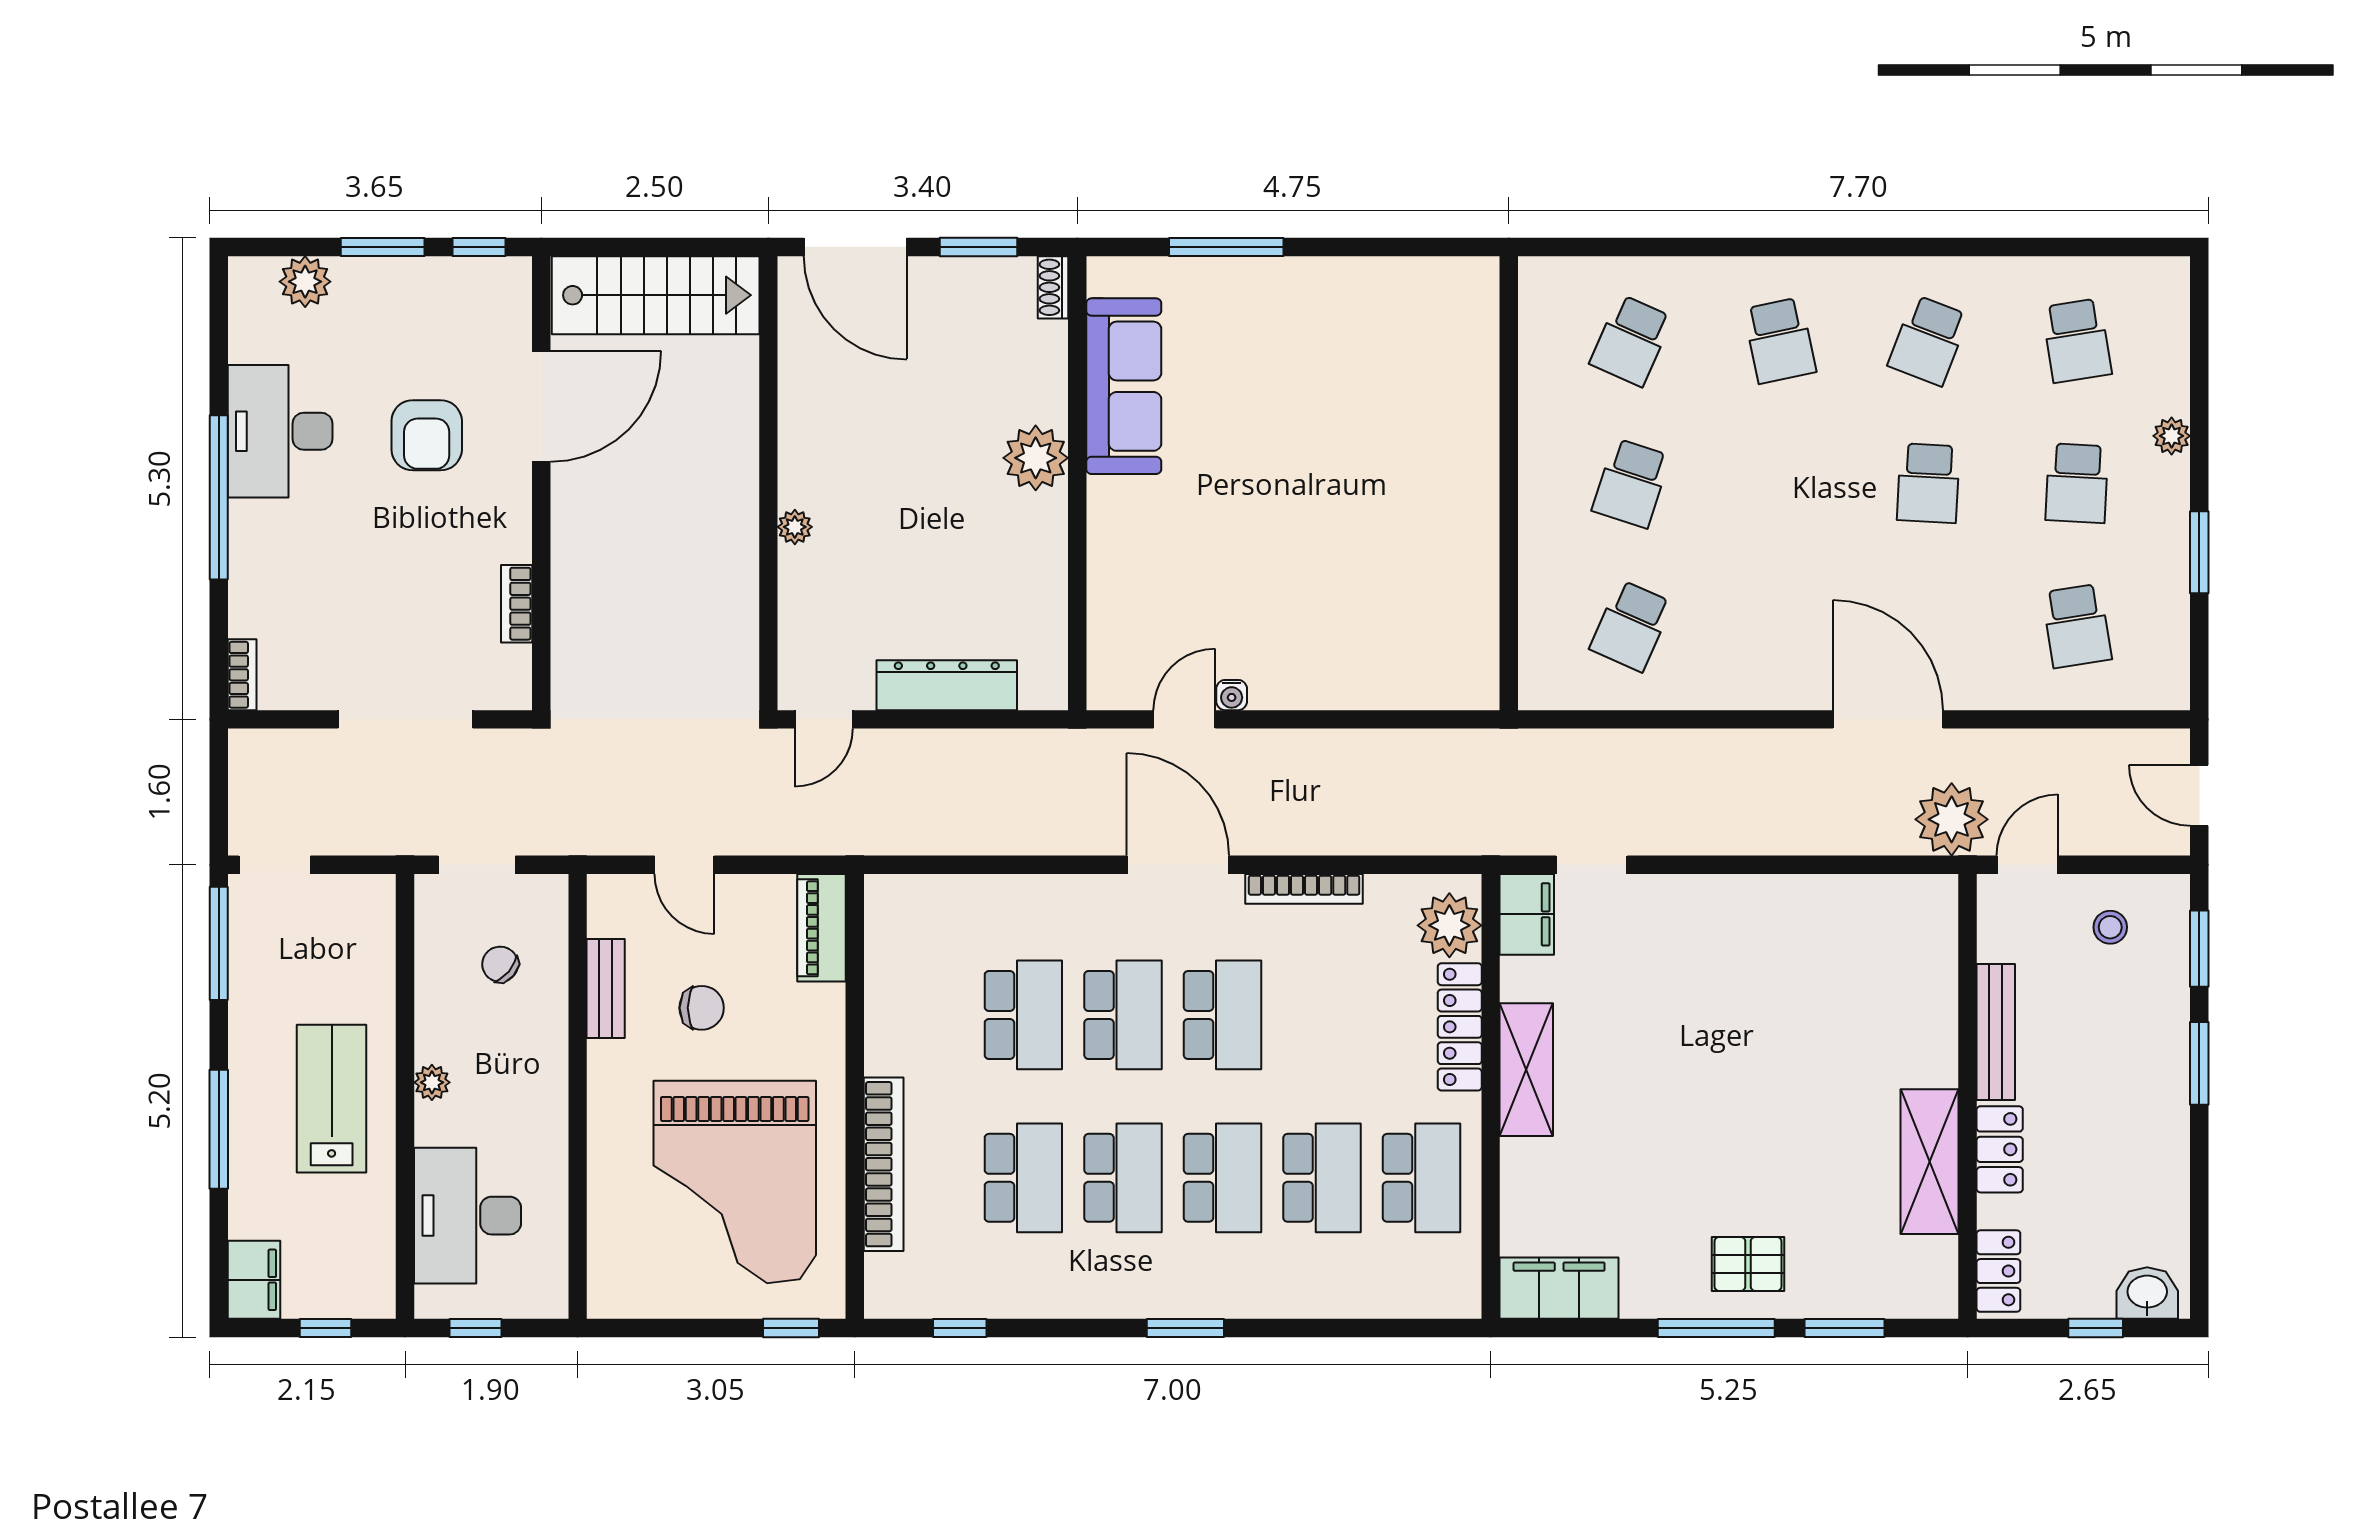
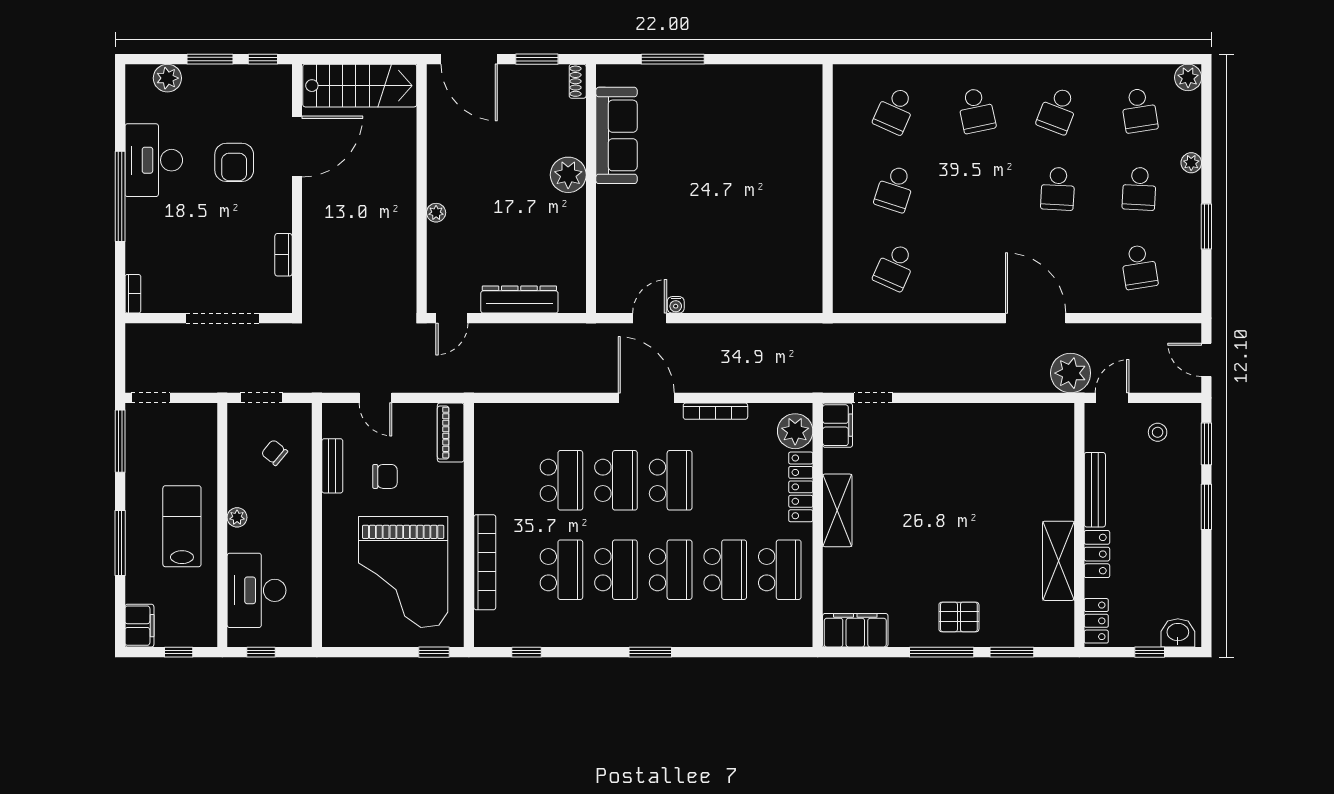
plant: (2166, 280) -> (1188, 77), added

